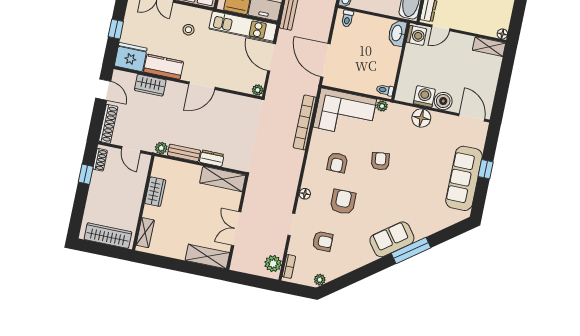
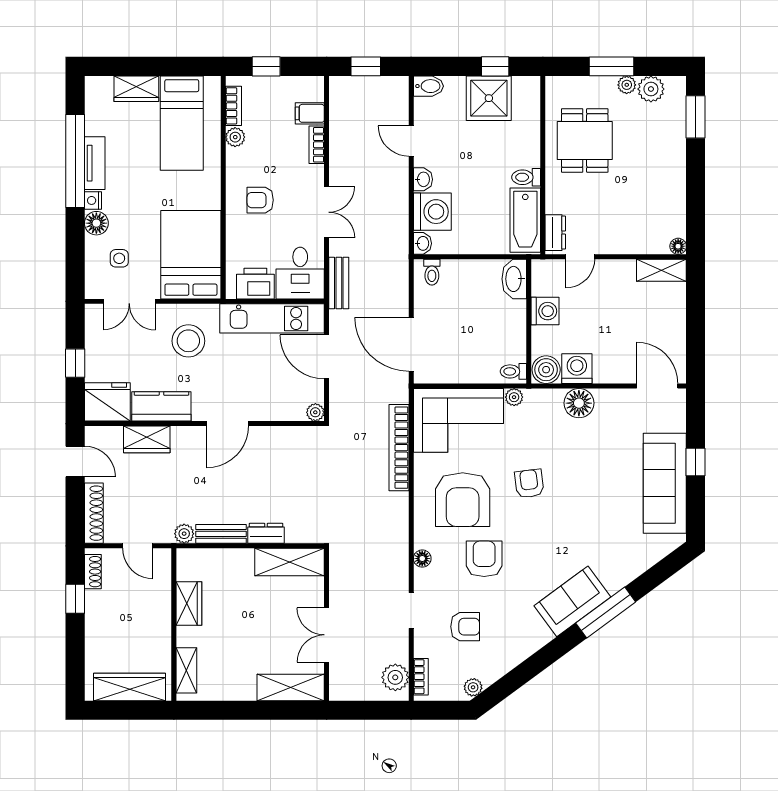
stool: (188, 30) -> (188, 341), width x1.89, depth x1.89
washing machine: (416, 35) -> (545, 311), moved
boiler: (443, 101) -> (546, 370), moved
armchair: (337, 163) -> (463, 500), width x1.88, depth x1.88

